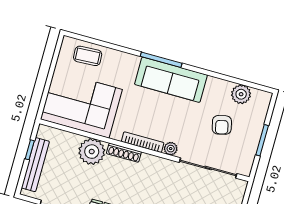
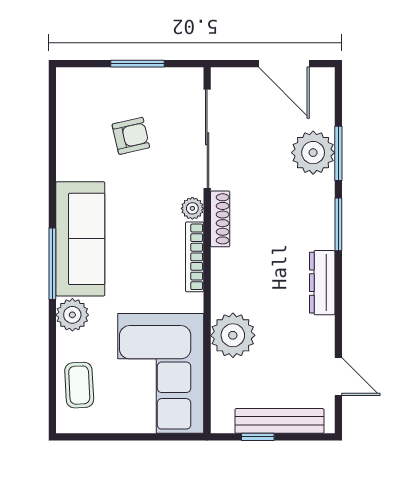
plant: (241, 94) -> (72, 315), moved
shoe rack: (124, 153) -> (220, 219), moved

